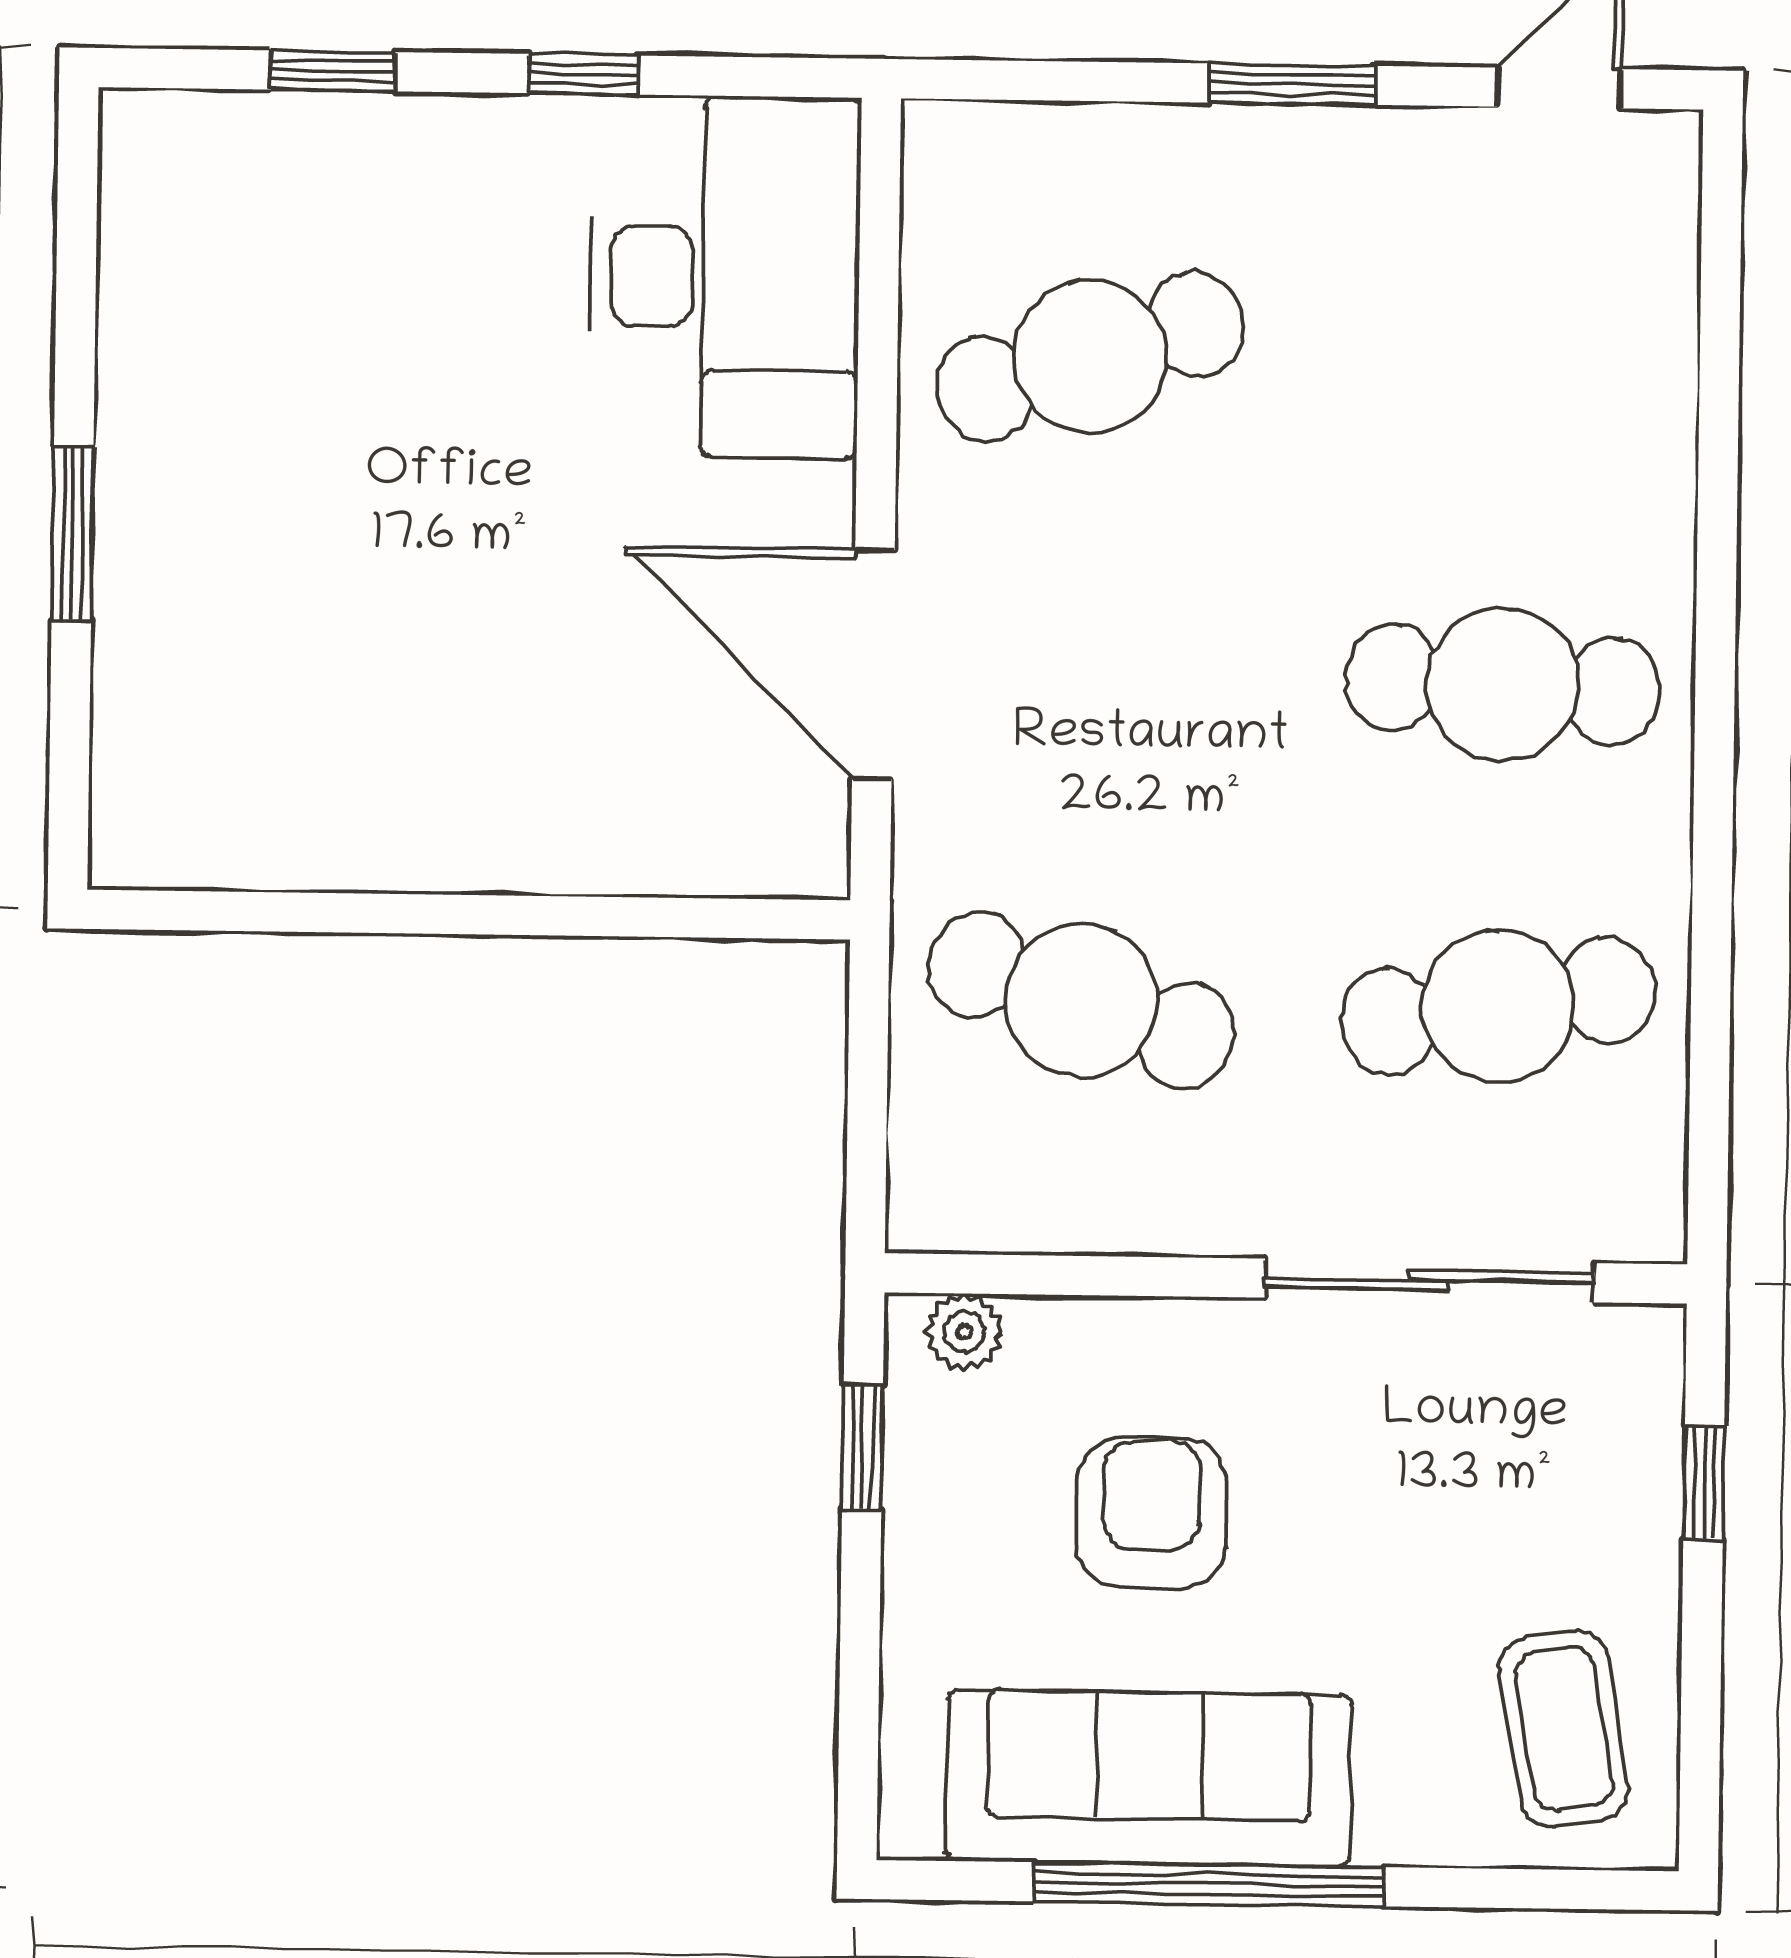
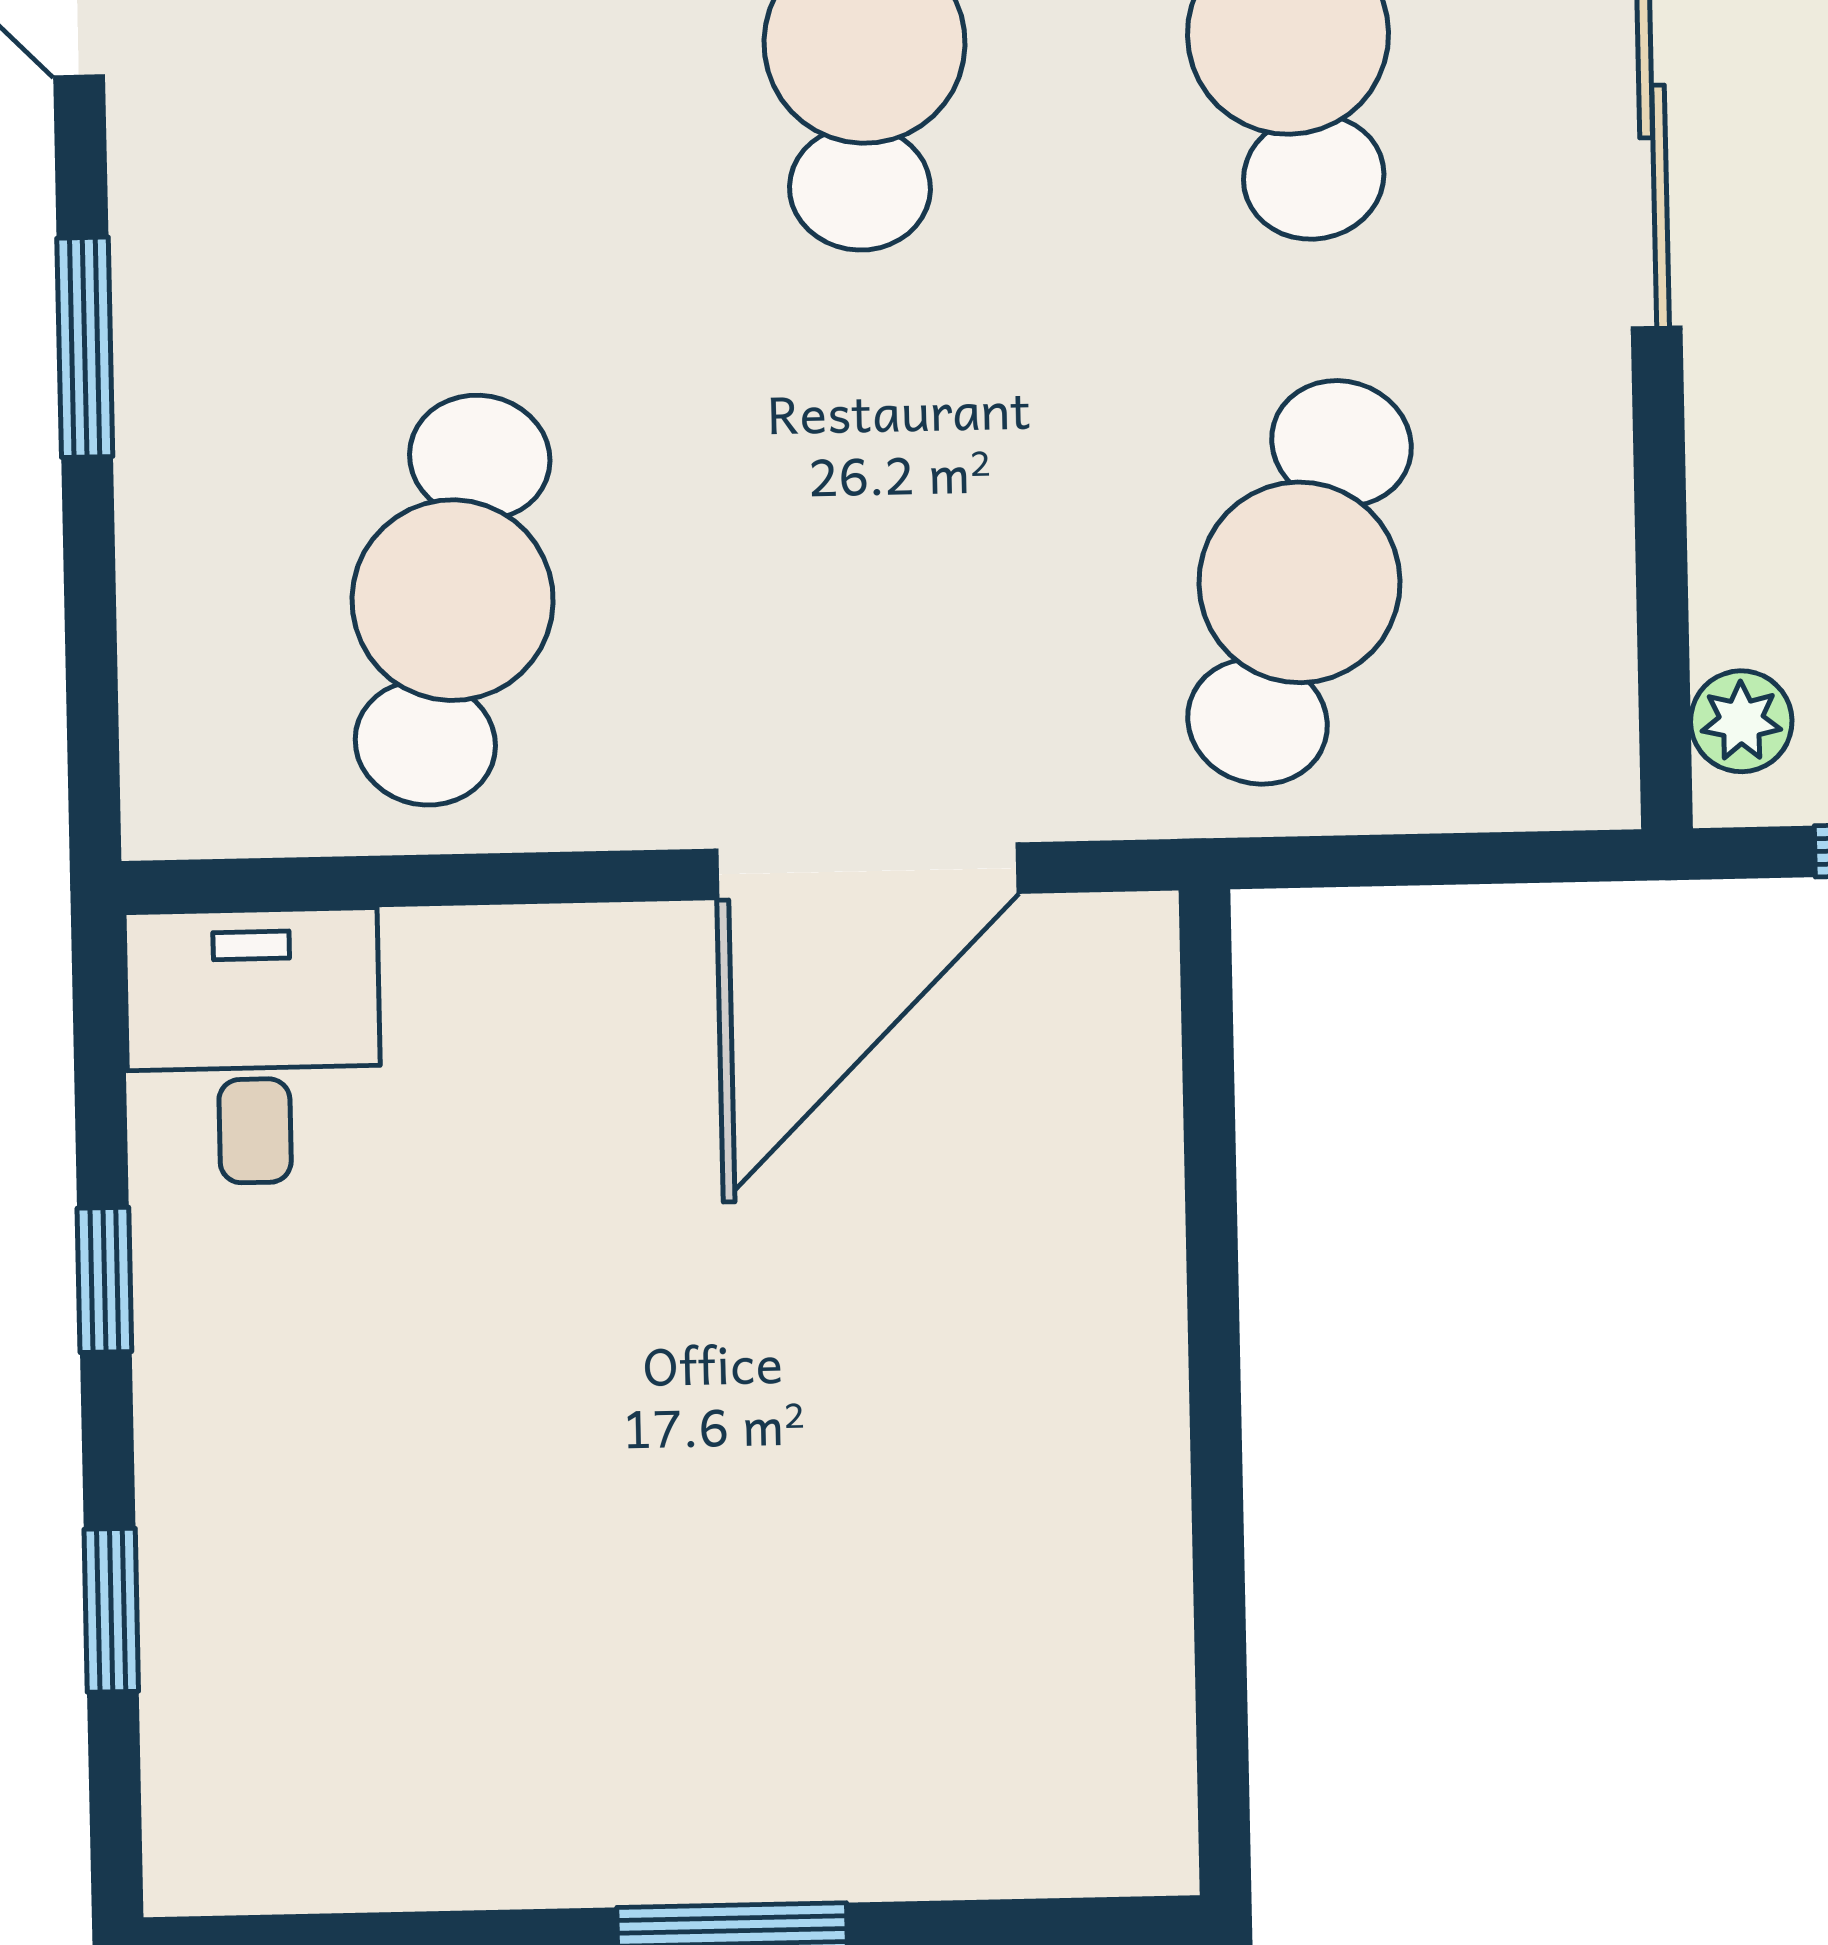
desk: (725, 277) -> (253, 1046), width x0.53, depth x0.77
cafe table: (1090, 357) -> (453, 600), turned 30

